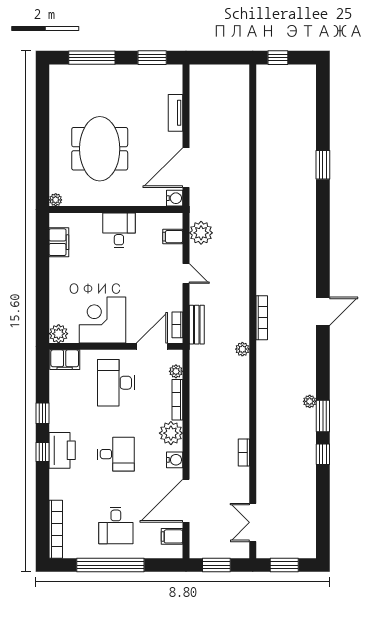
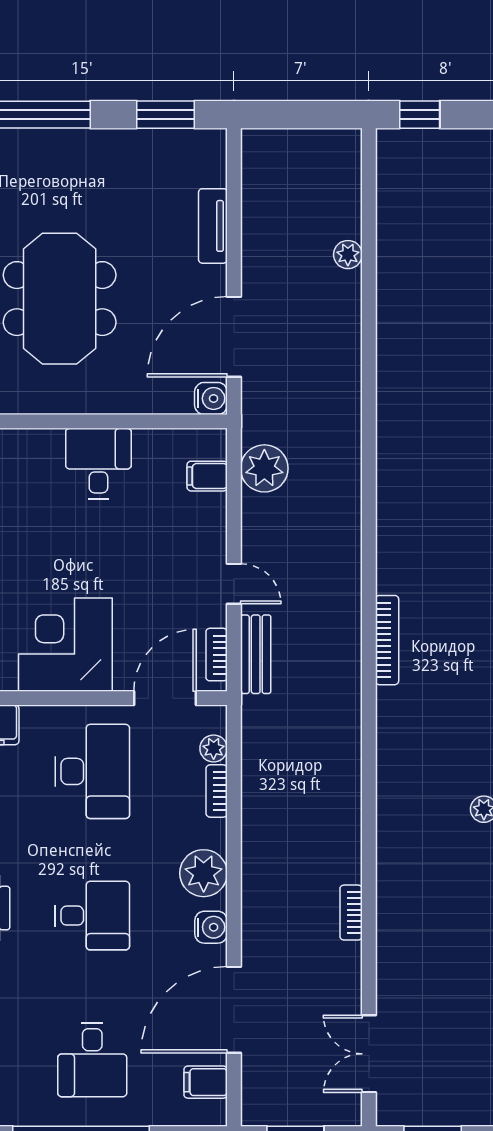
door: (186, 273) -> (234, 584), moved
plant: (242, 349) -> (348, 255), moved
desk: (116, 383) -> (92, 771), turned 180
bookcase: (177, 400) -> (217, 791), width x0.64

